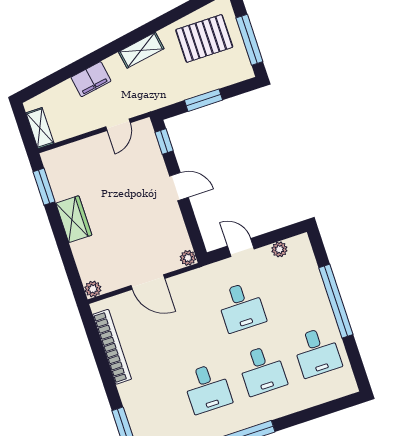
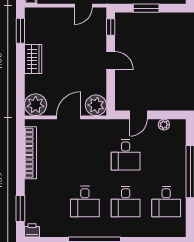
door: (241, 248) -> (138, 115), swing flipped
plant: (188, 258) -> (96, 105), width x1.87, depth x1.87
door: (148, 282) -> (69, 117), swing flipped
plant: (93, 289) -> (36, 105), width x1.88, depth x1.88

